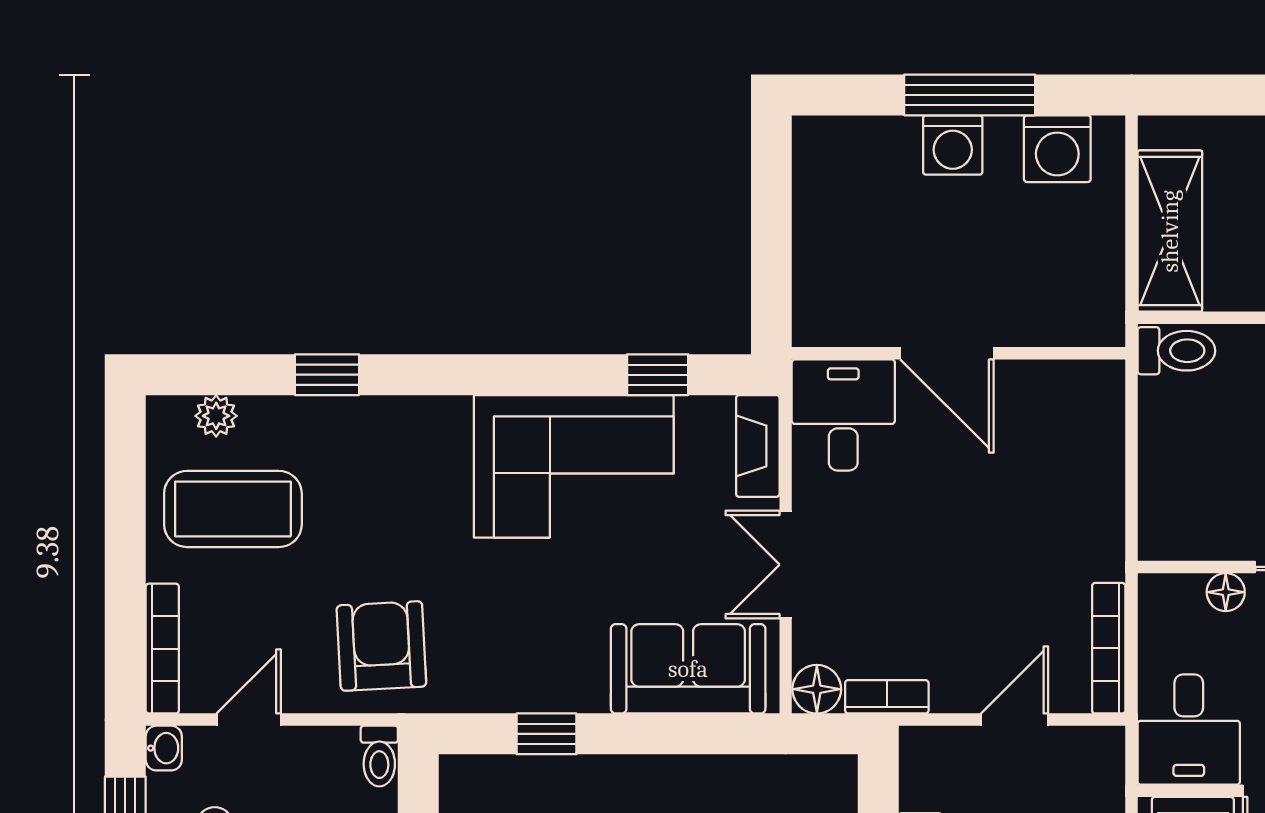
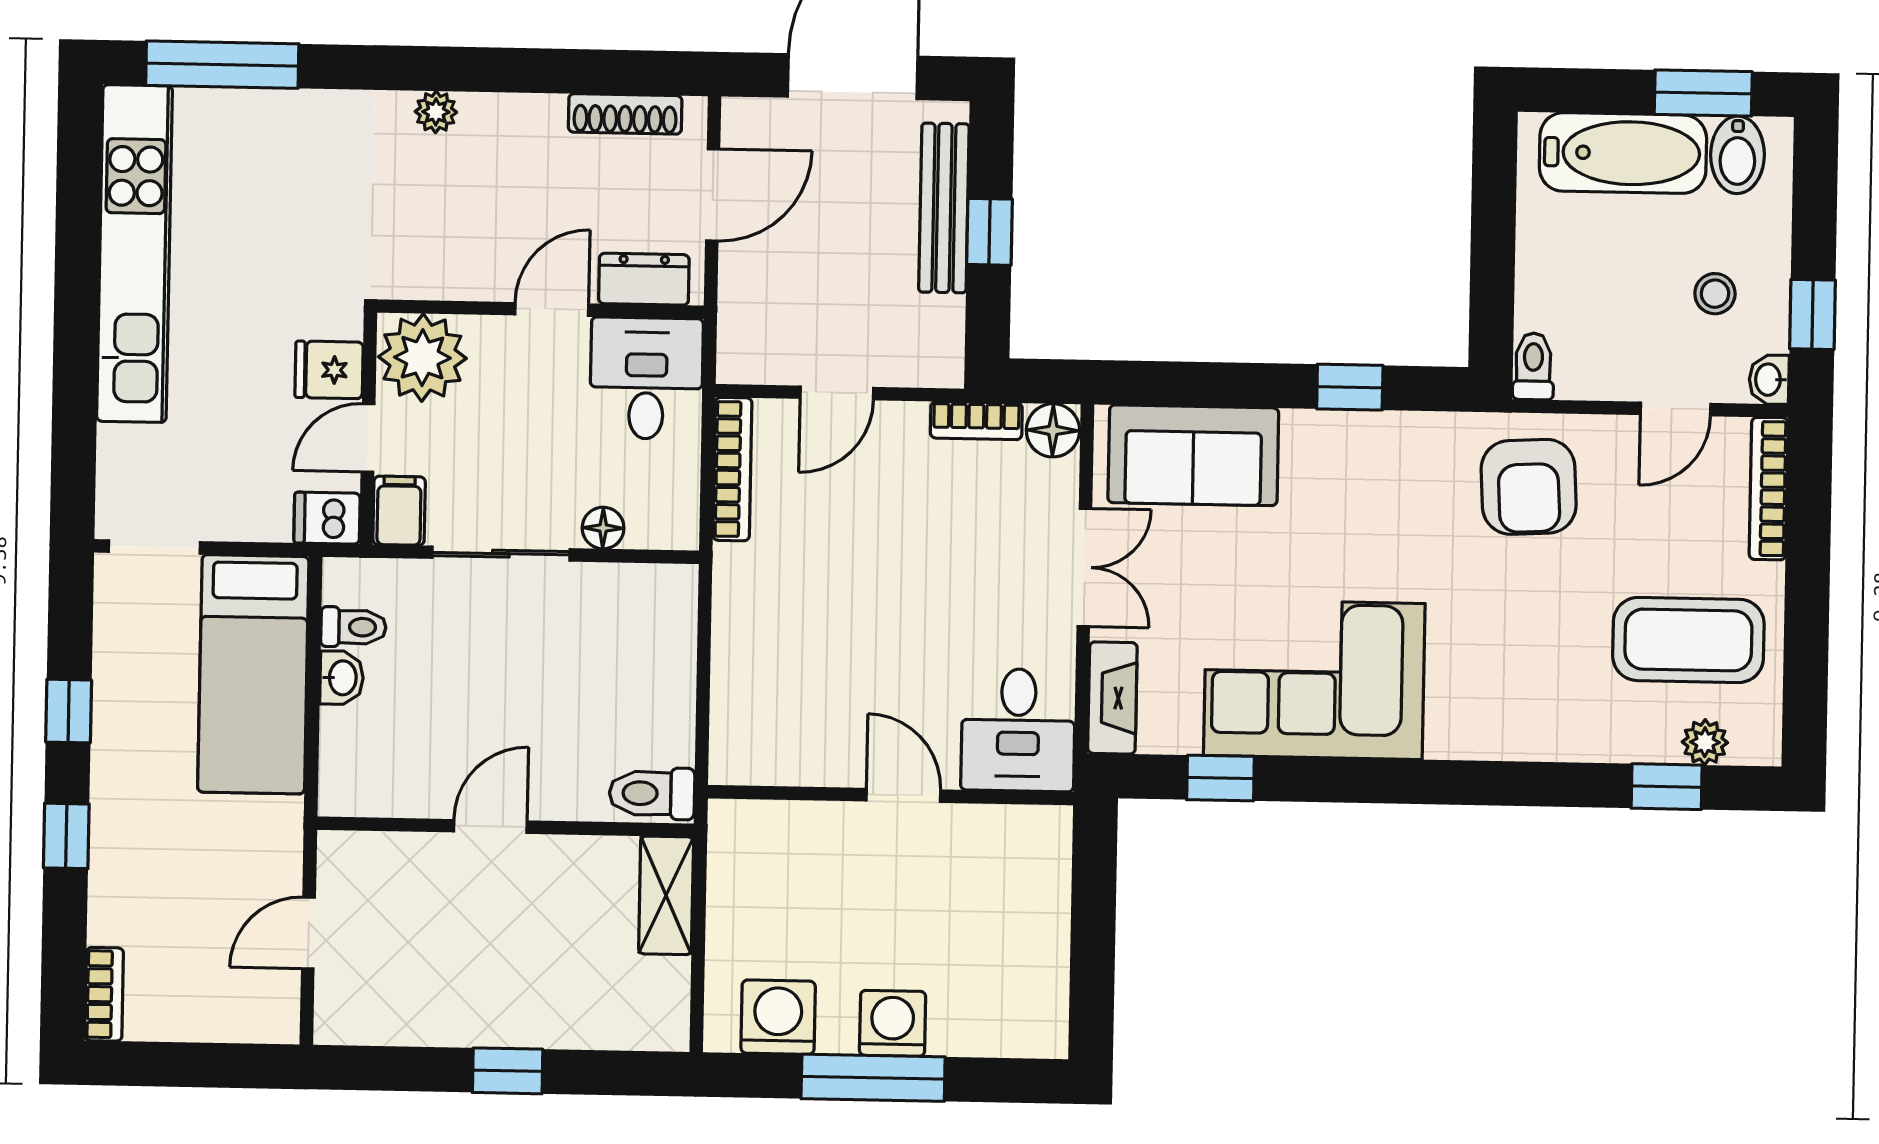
shelving: (1170, 231) -> (666, 895), width x0.67, depth x0.75
door: (947, 353) -> (903, 795), width x0.73
window: (327, 375) -> (1667, 787), moved

